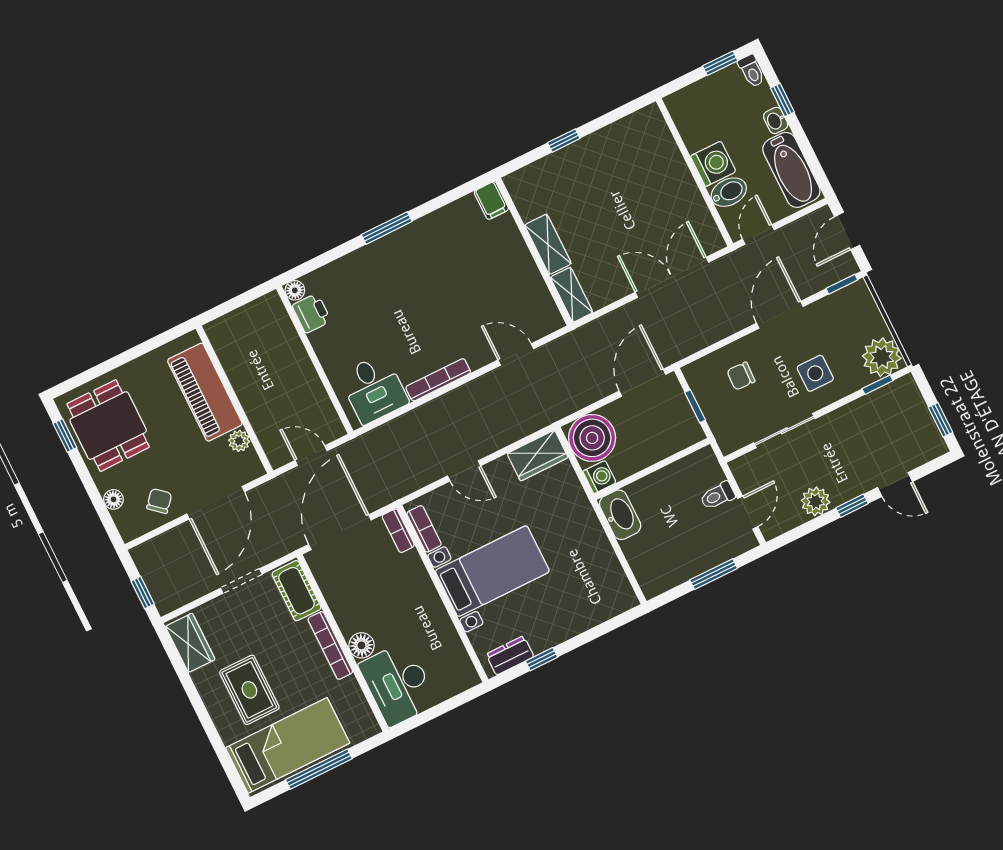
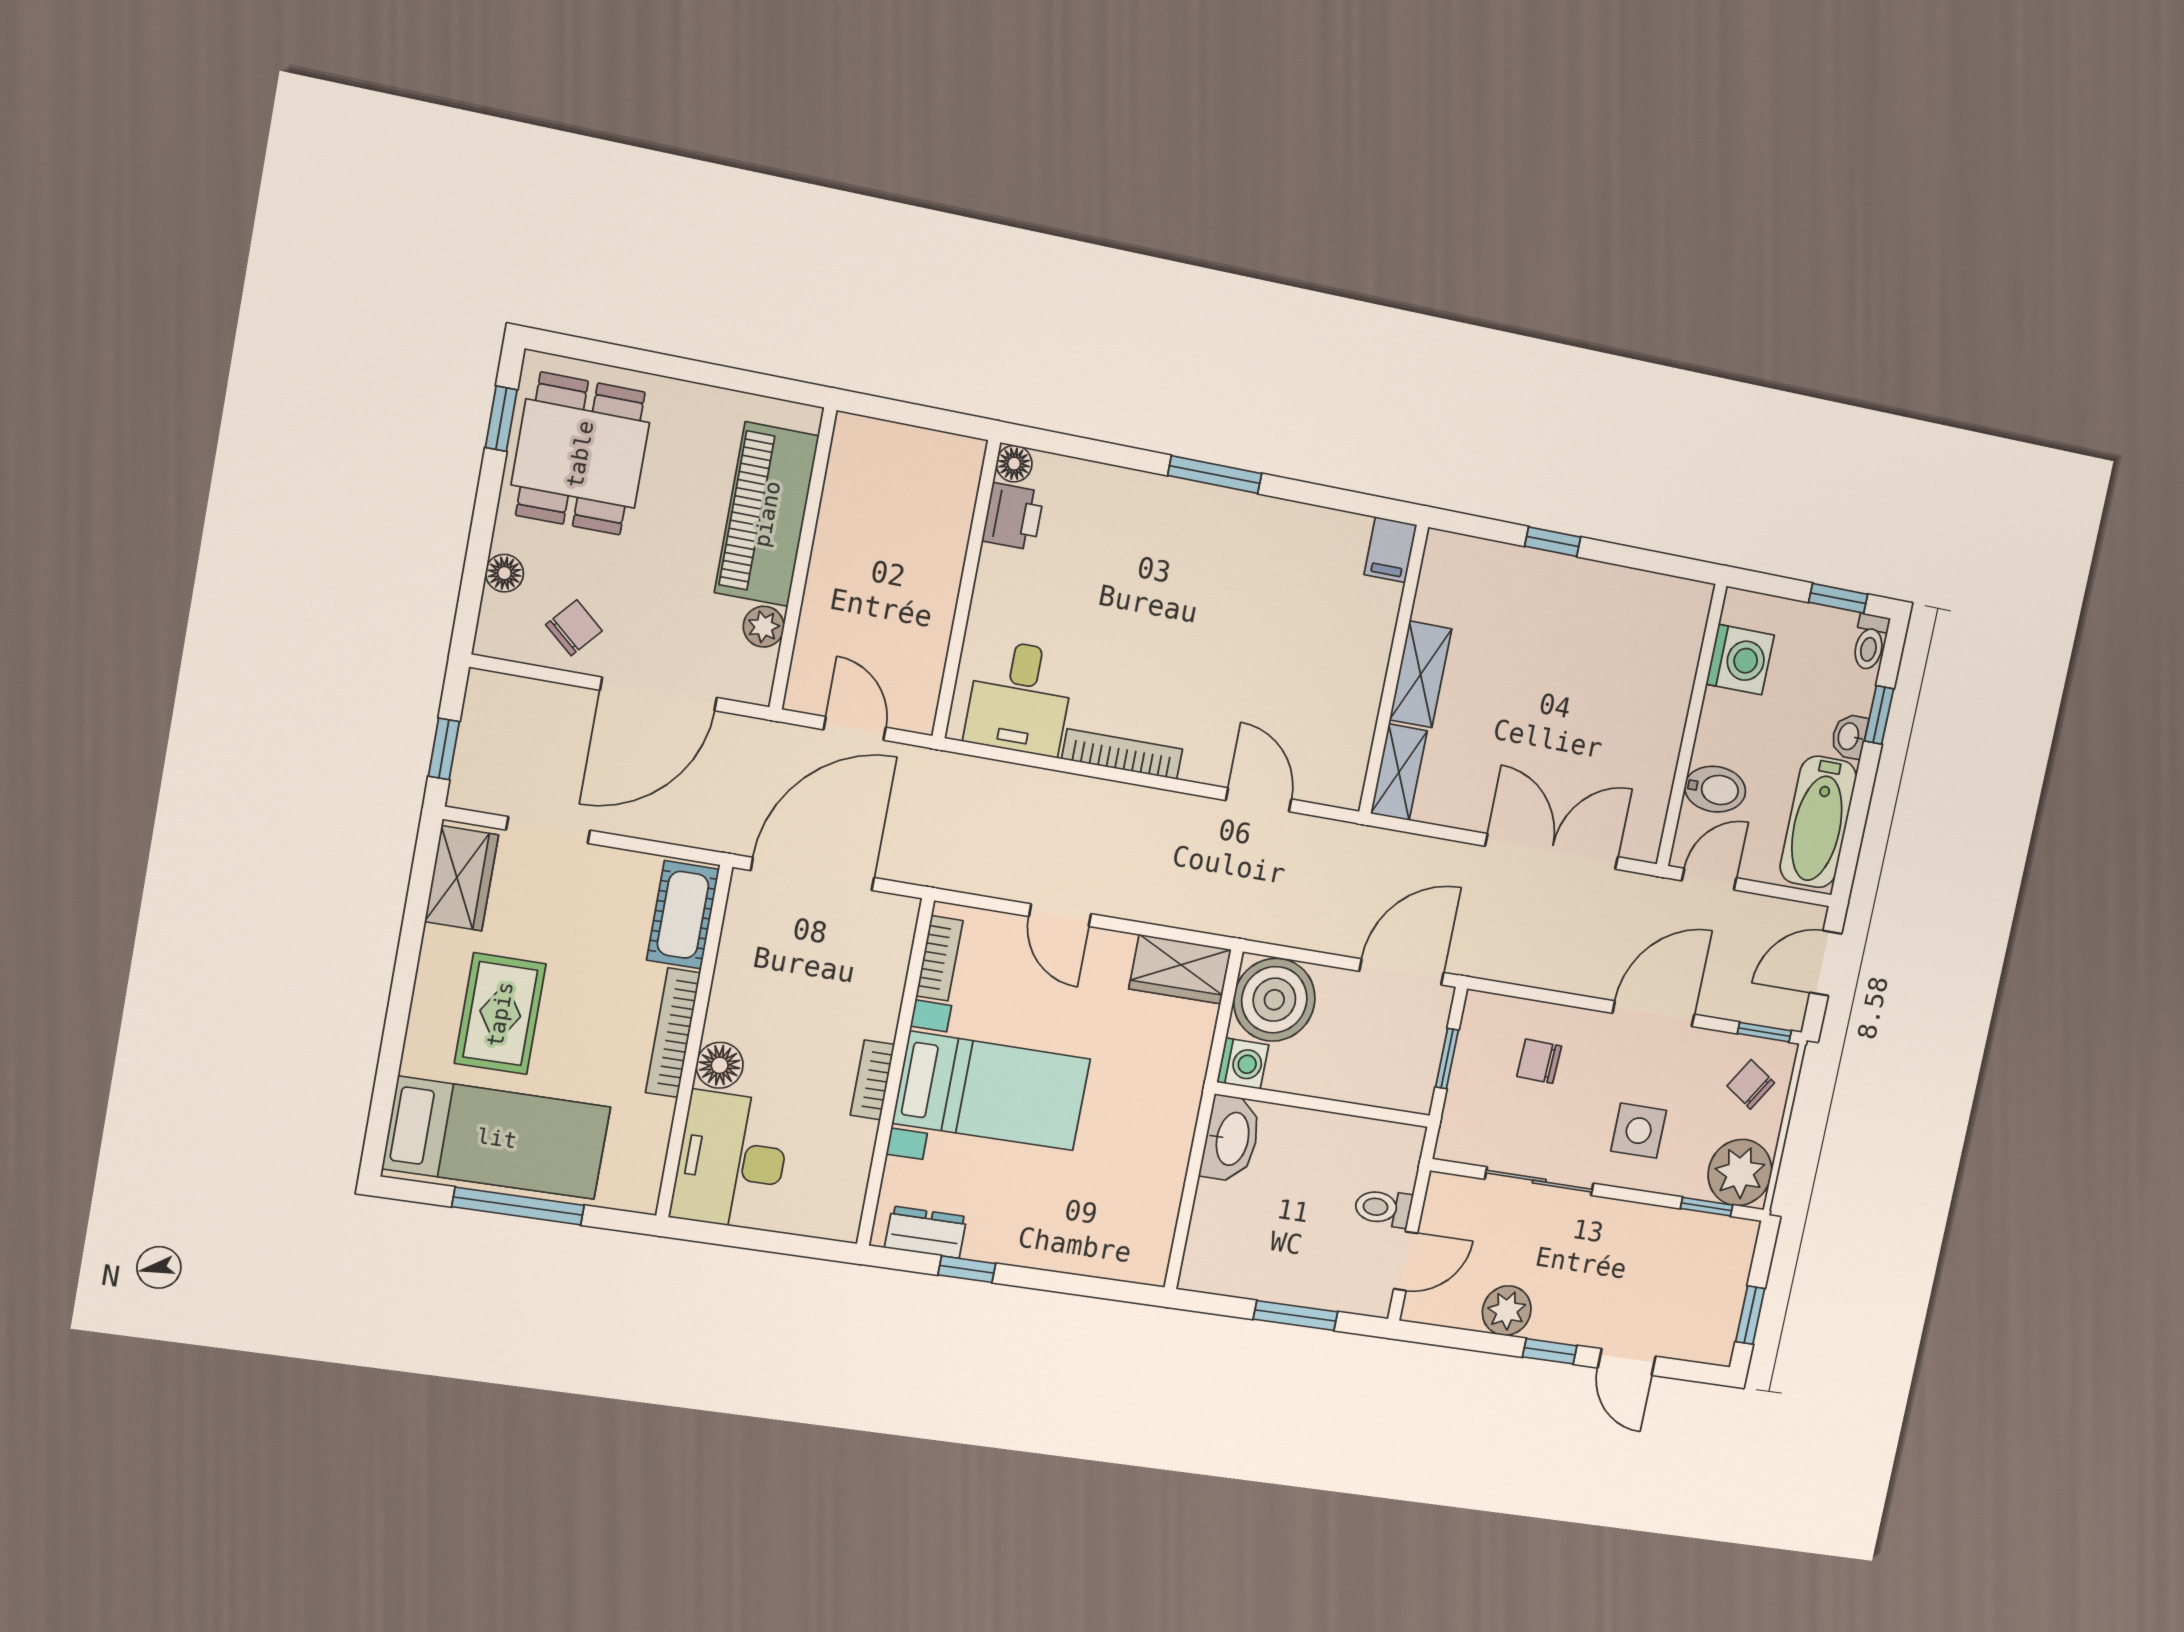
washing machine: (713, 164) -> (1740, 660), moved
chair: (854, 313) -> (1751, 1084), added
bookcase: (398, 531) -> (872, 1080), moved
doorway: (241, 581) -> (548, 830), moved

